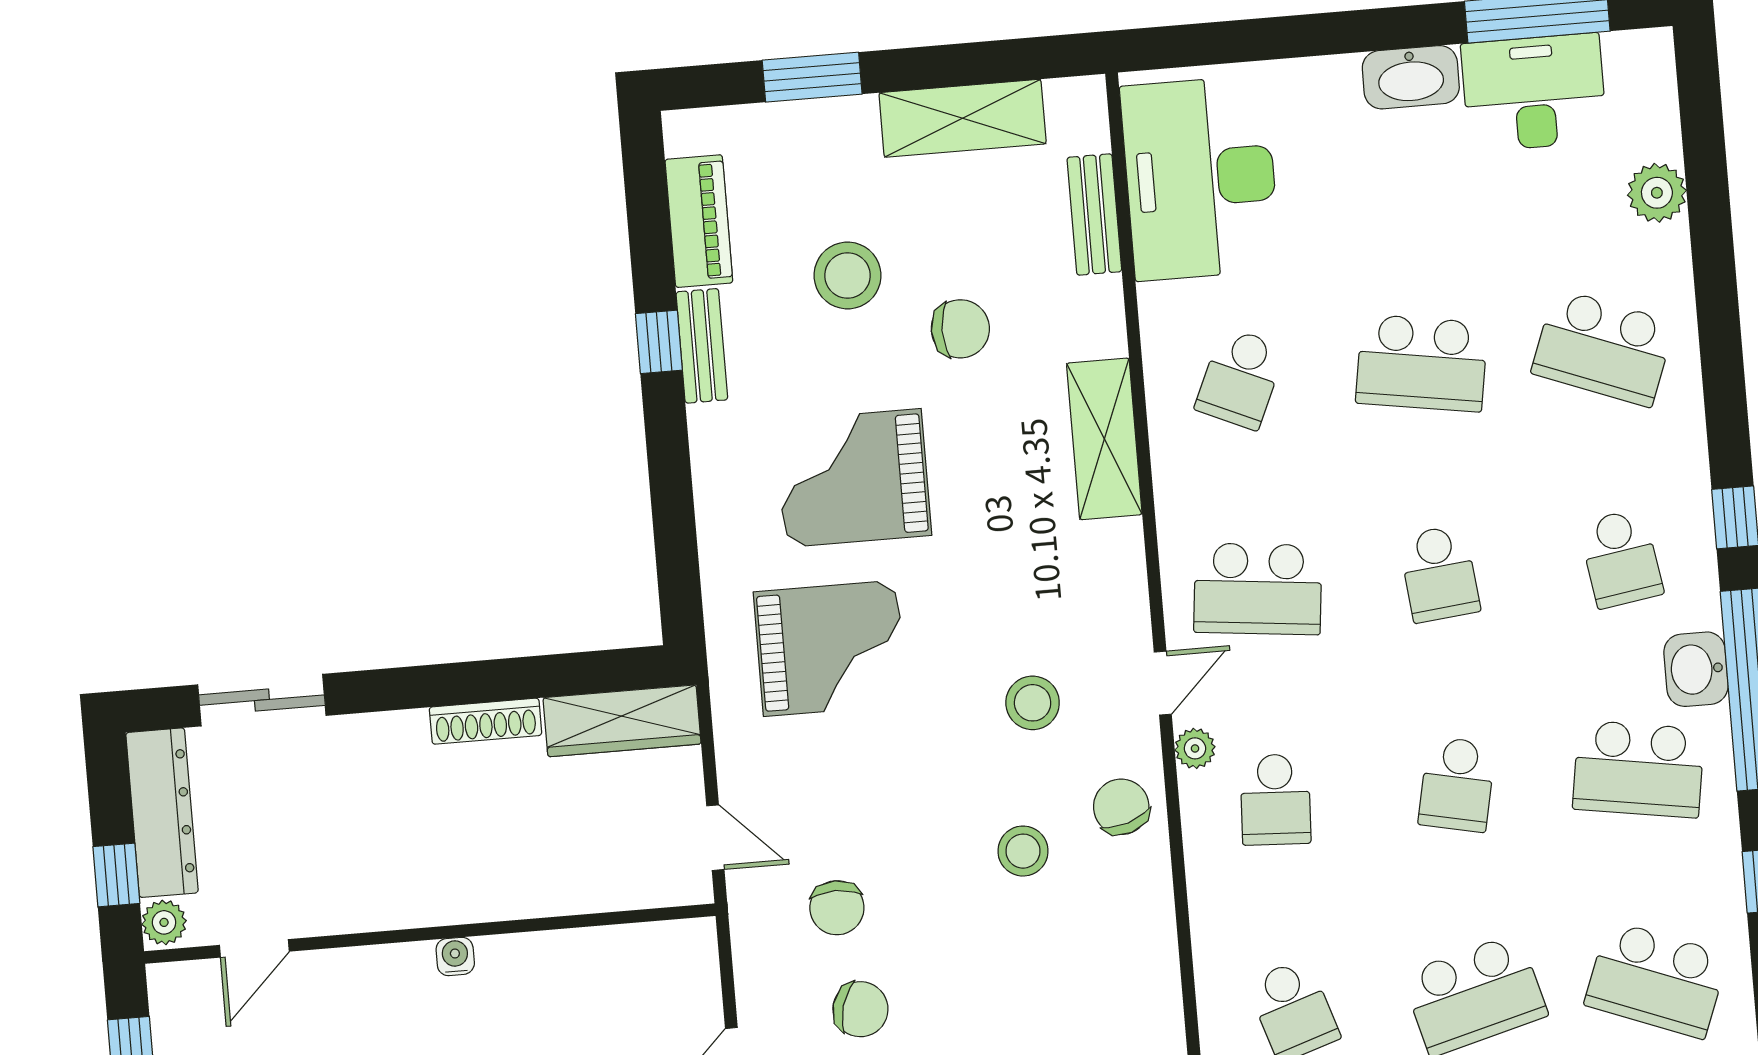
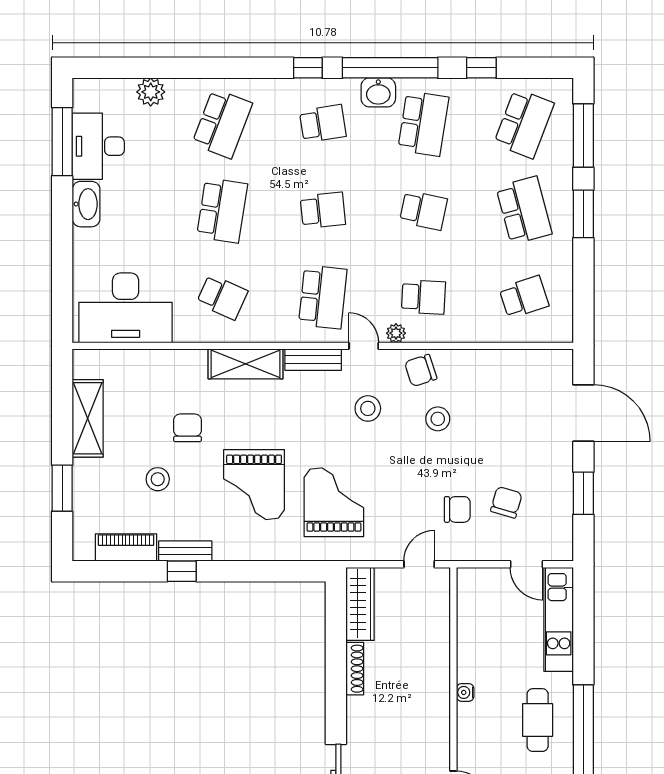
bench: (1094, 214) -> (313, 360), moved
stool: (848, 275) -> (158, 479), width x0.73, depth x0.73

